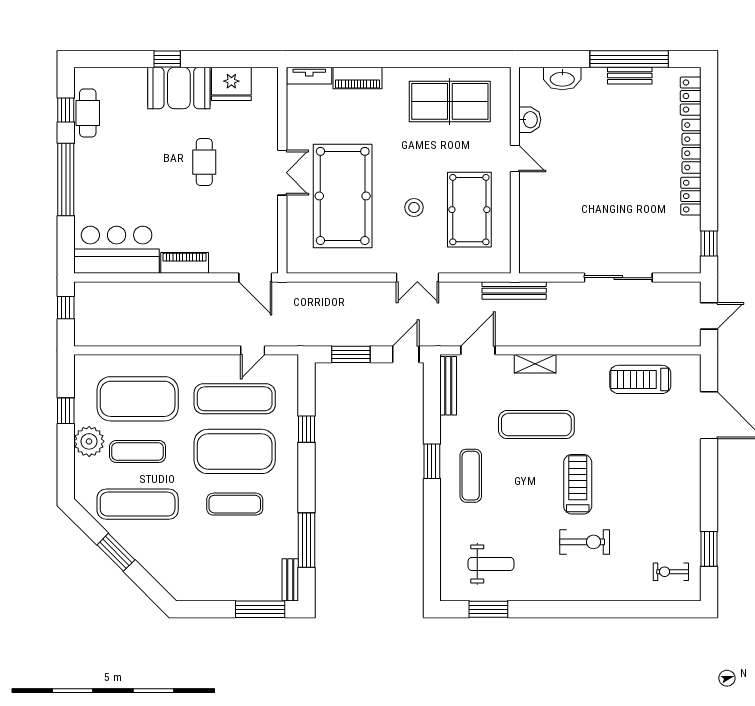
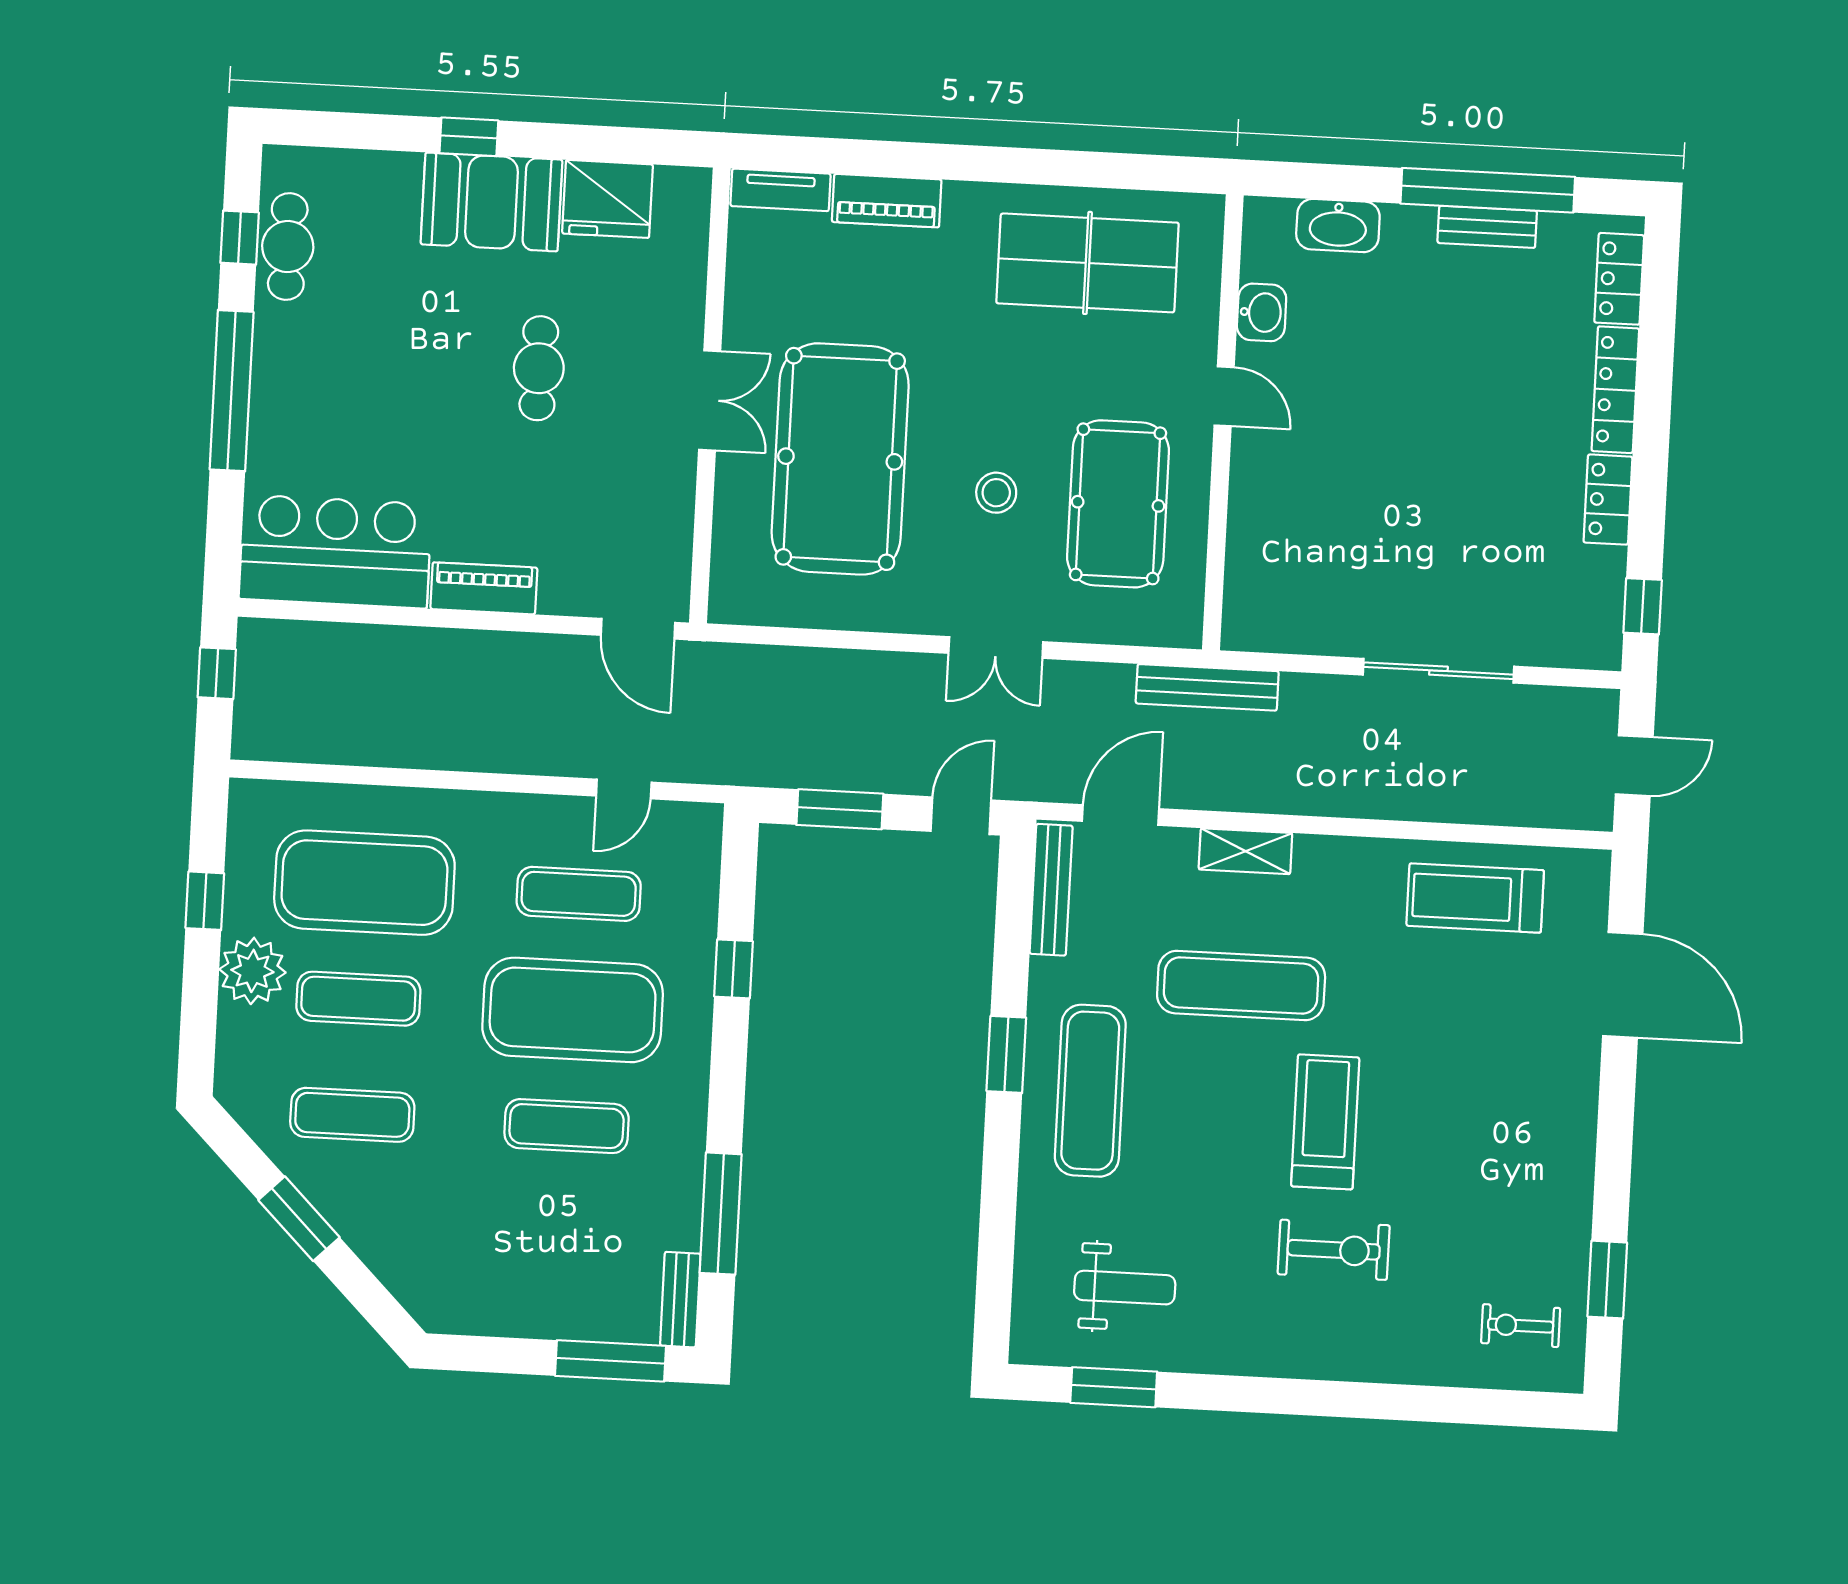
exercise mat: (235, 399) -> (579, 894), width x0.73, depth x0.69
exercise mat: (471, 476) -> (1090, 1091), width x1.36, depth x1.45
exercise mat: (138, 504) -> (352, 1115), width x0.73, depth x0.69

